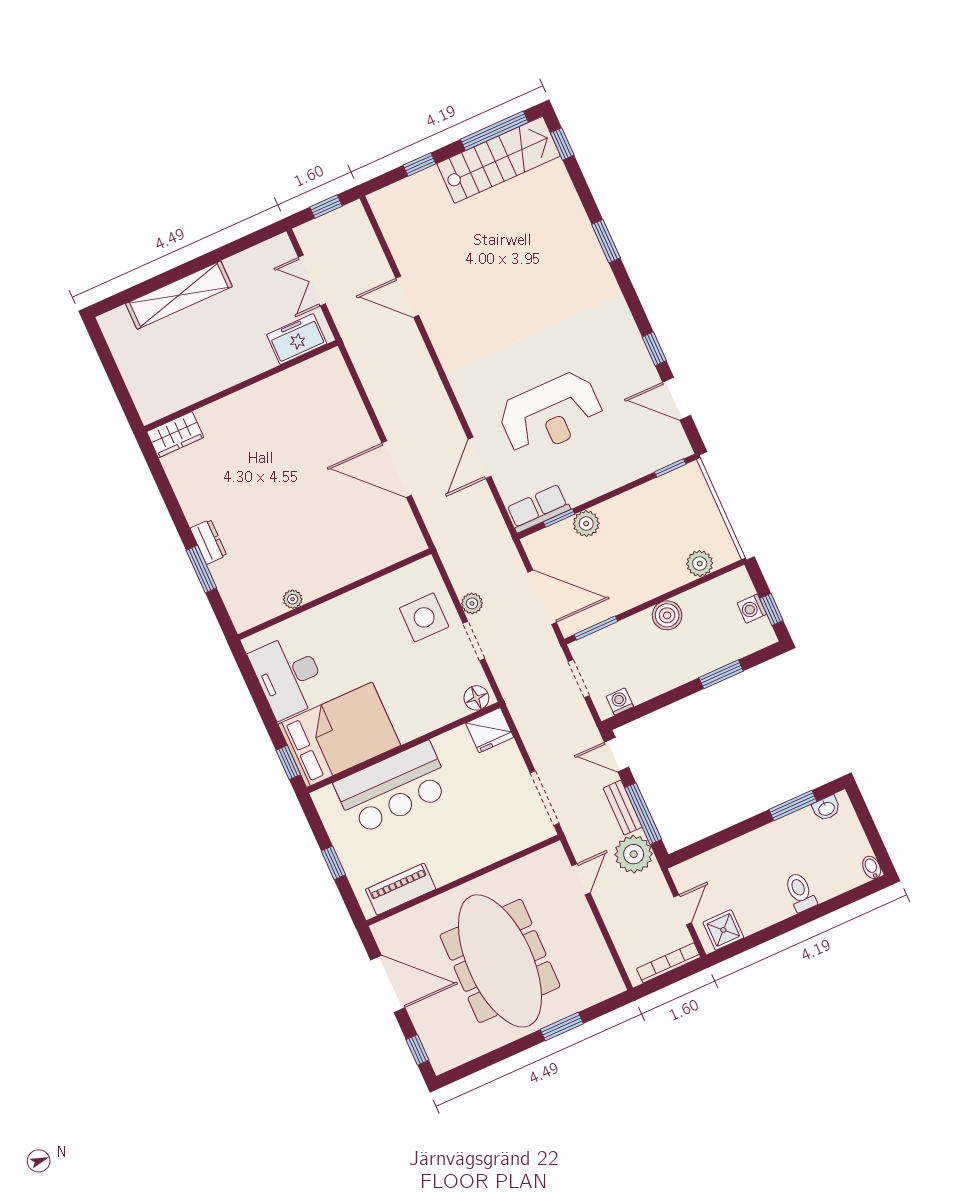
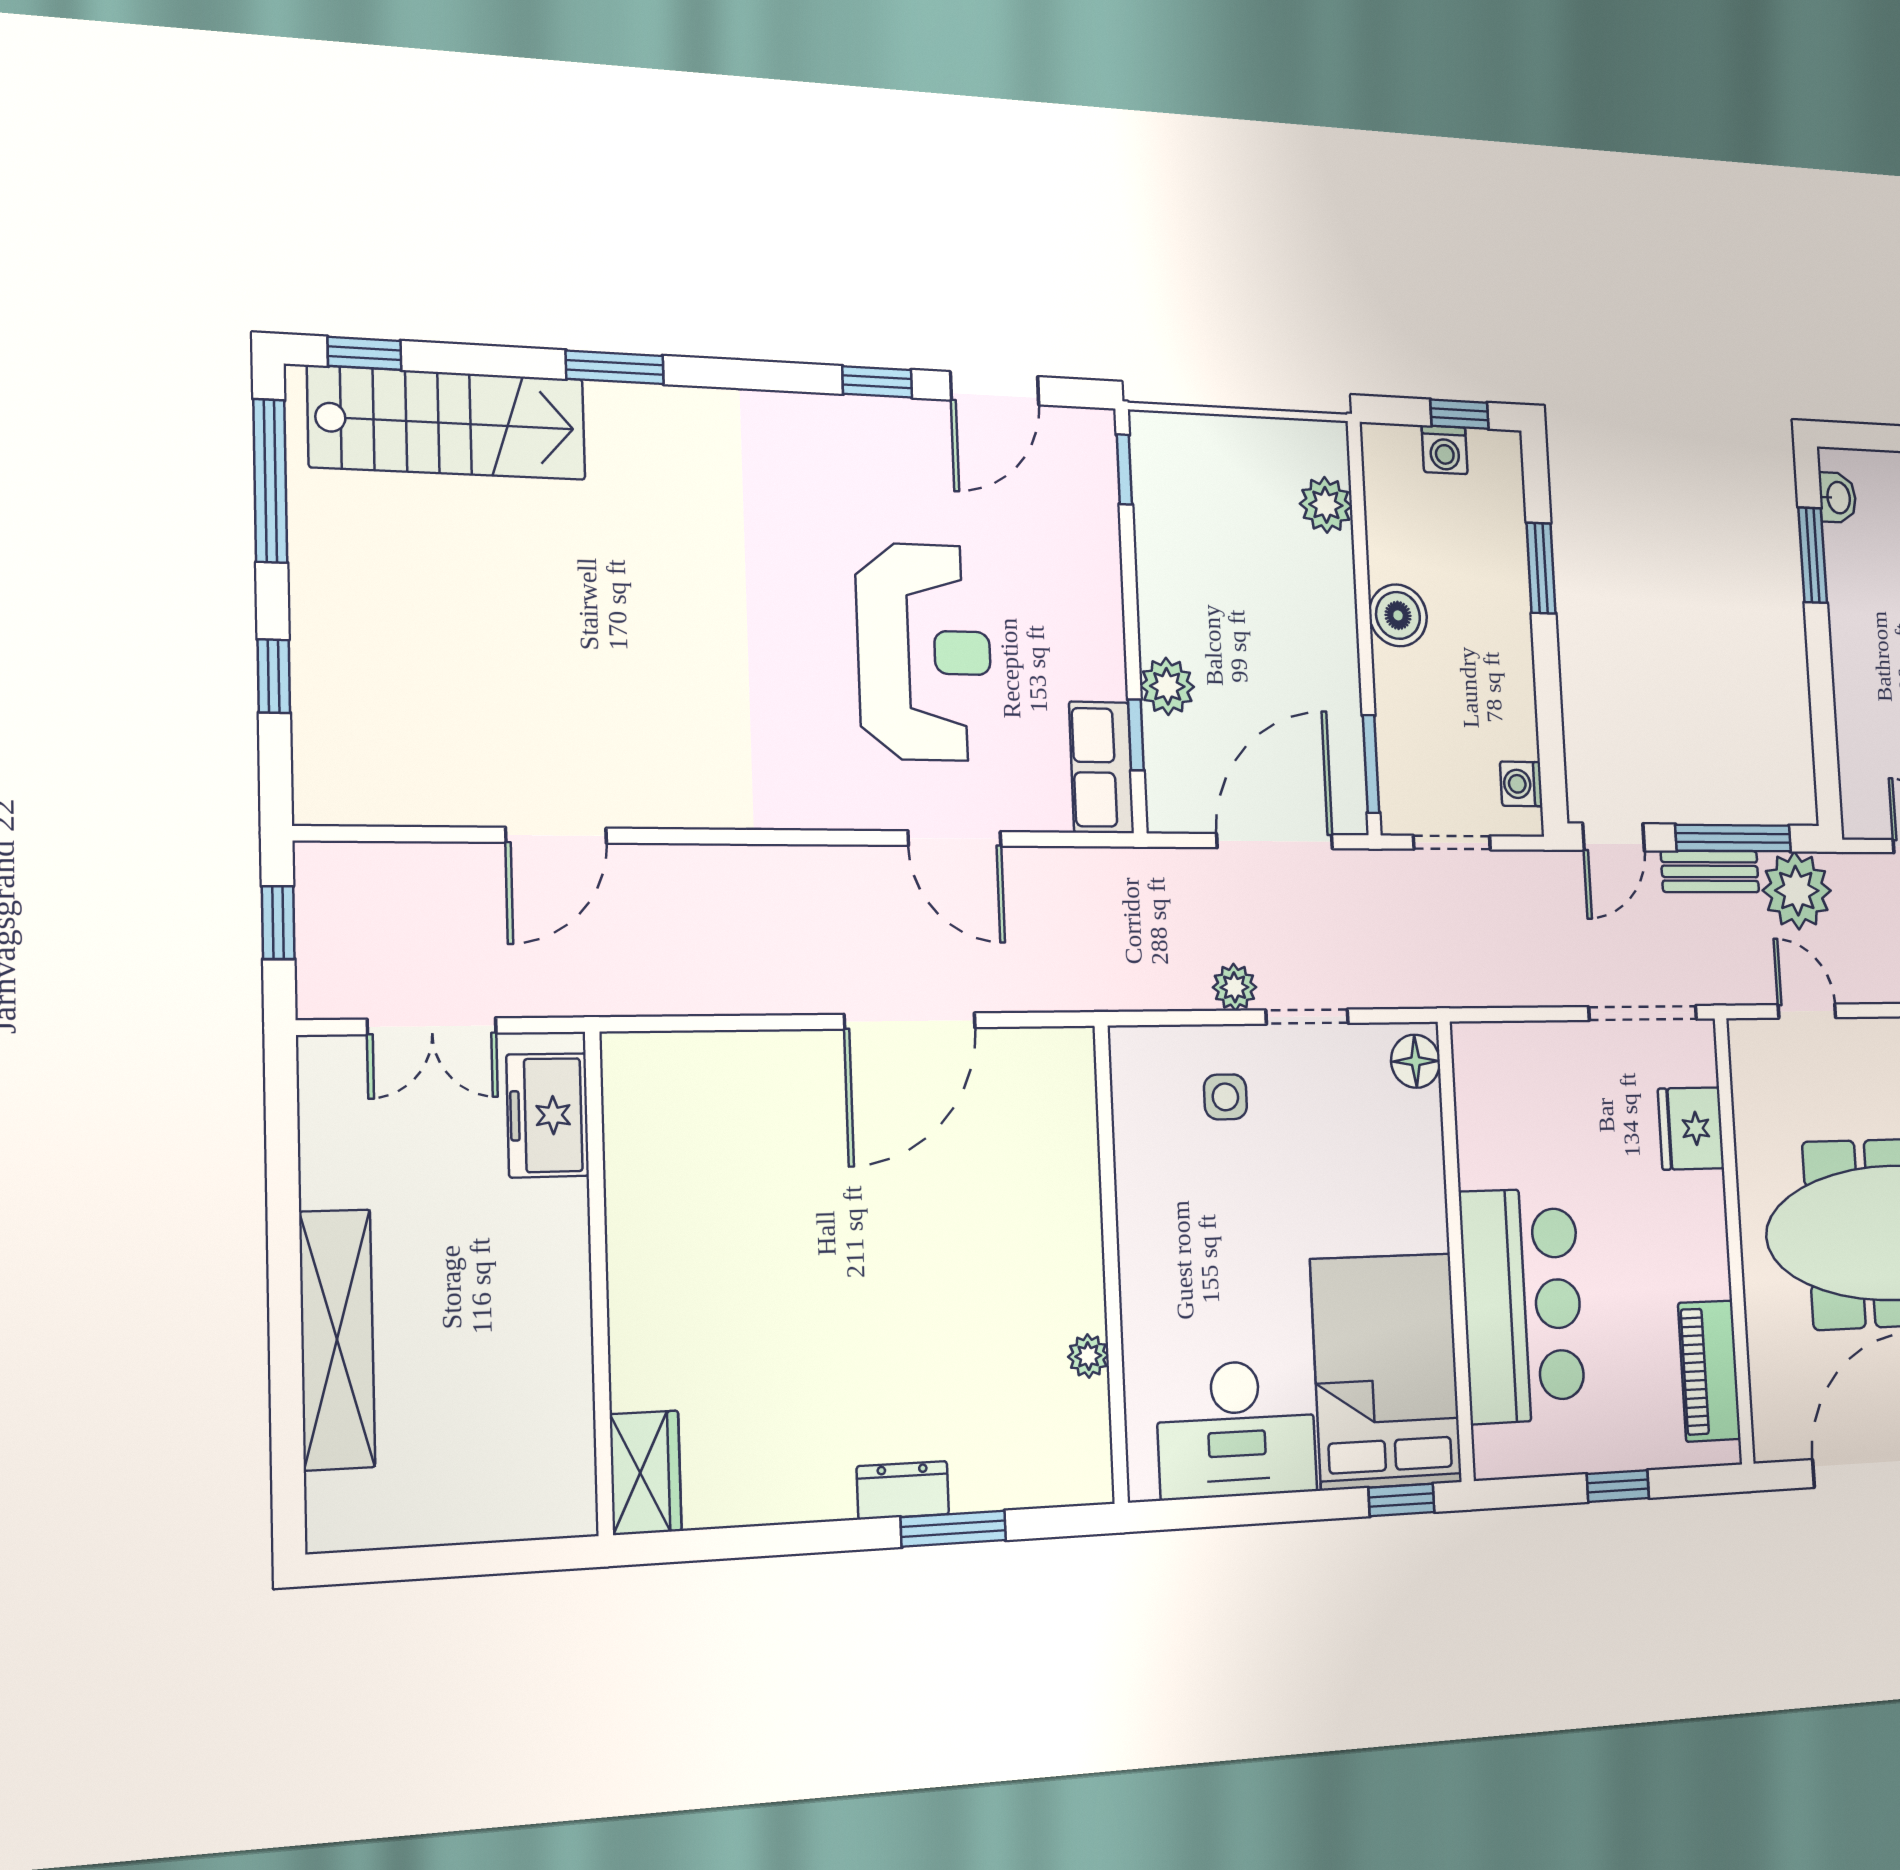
stairs: (499, 160) -> (447, 423), moved, turned 90
side table: (424, 617) -> (1225, 1097), width x0.54, depth x0.54
fridge: (490, 730) -> (1691, 1128), moved, turned 180

